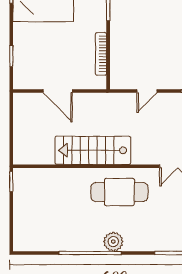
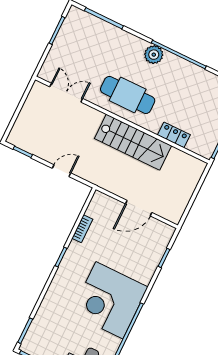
bookcase: (101, 54) -> (82, 229), width x0.64
door: (58, 91) -> (139, 208), swing flipped
locker: (58, 176) -> (174, 135), added

